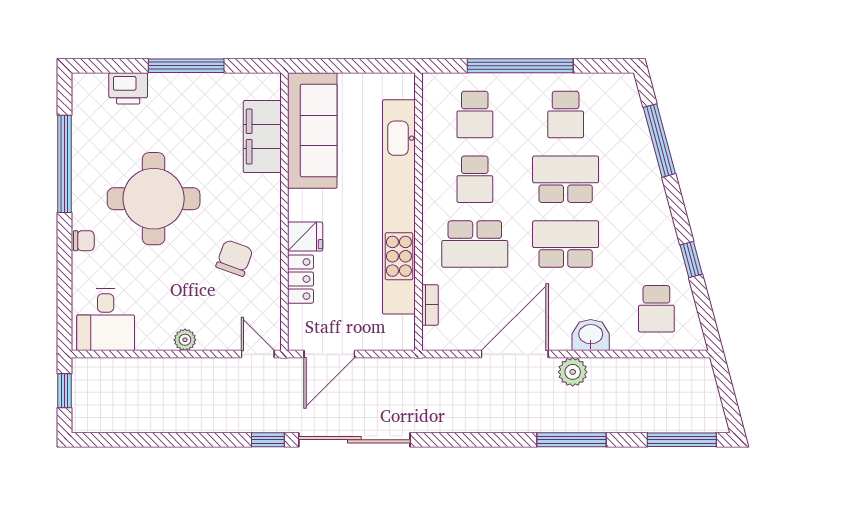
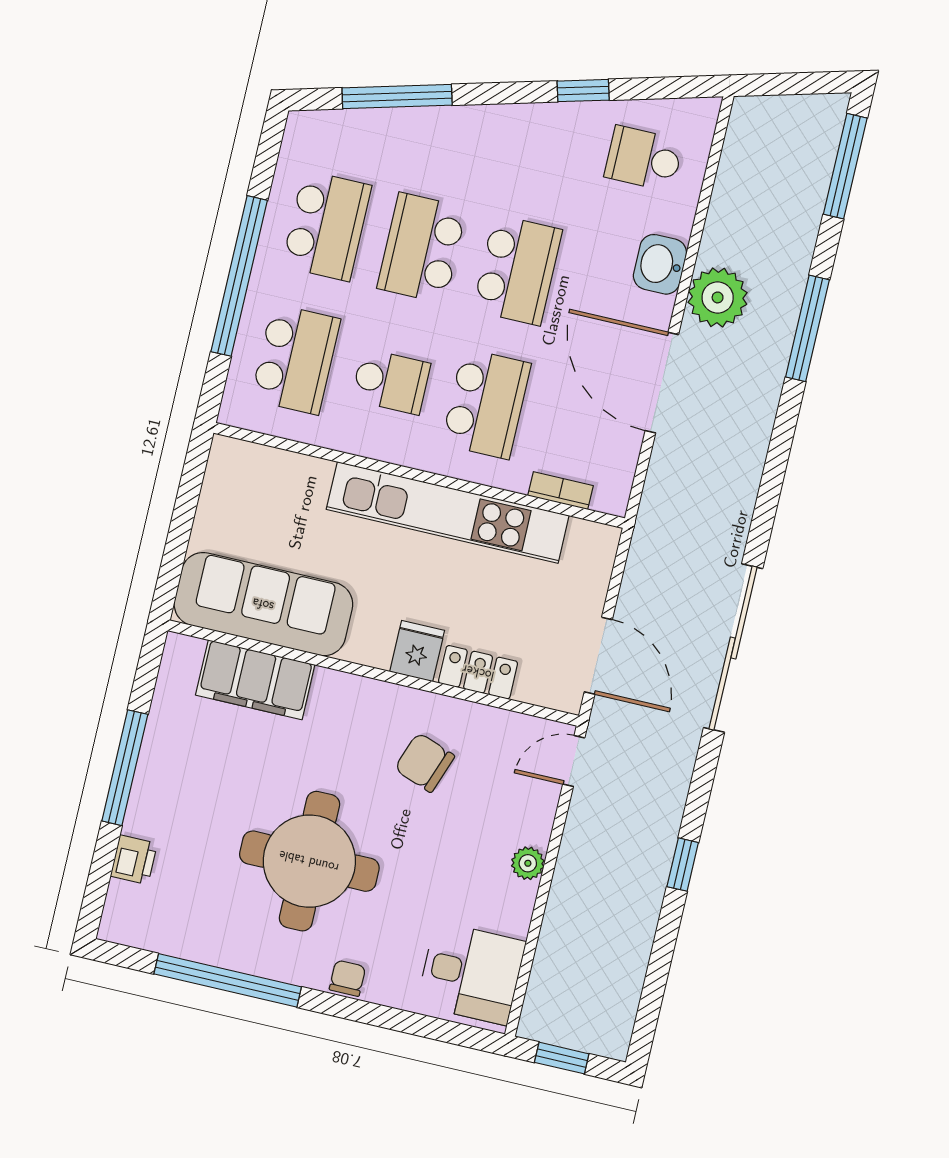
printer: (128, 88) -> (134, 860), width x0.73, depth x0.81
school desk: (475, 114) -> (296, 359), width x1.85
school desk: (566, 114) -> (327, 226), width x1.85
kitchen unit: (399, 207) -> (448, 512), width x0.73
school desk: (566, 244) -> (517, 270), turned 180
school desk: (656, 309) -> (644, 159), turned 180
plant: (573, 372) -> (718, 297), width x1.36, depth x1.36
window: (268, 440) -> (683, 865), moved

